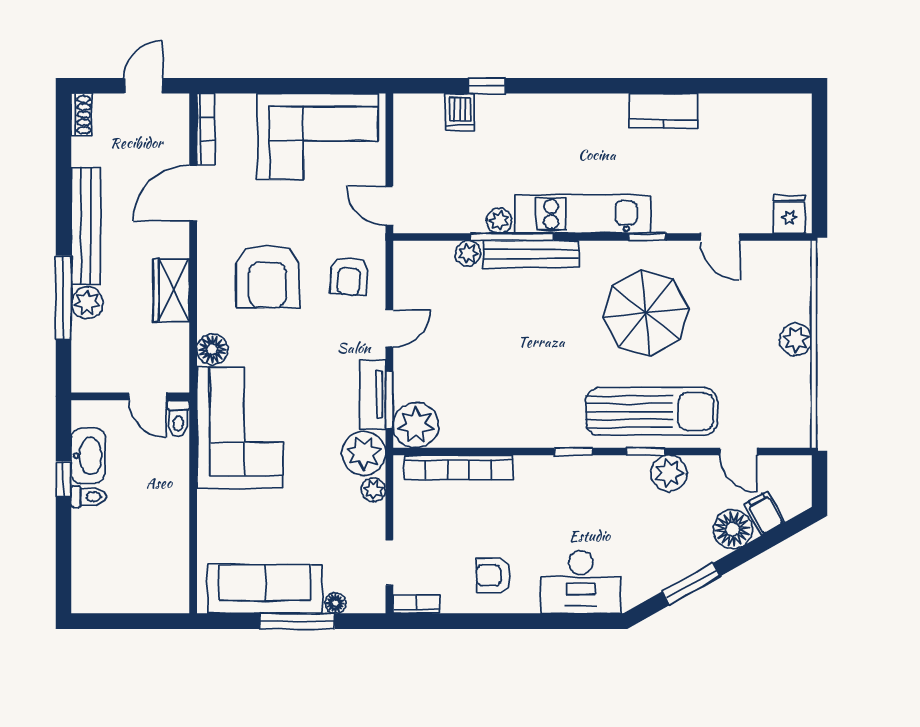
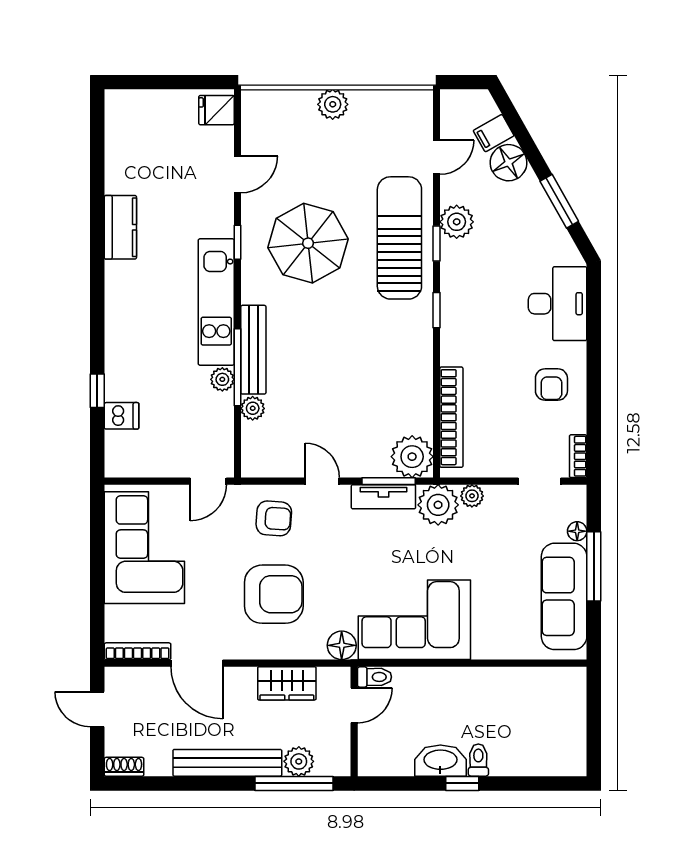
wall: (130, 396) -> (354, 721), moved
door: (148, 396) -> (354, 705), moved
toilet: (178, 418) -> (374, 677), moved

